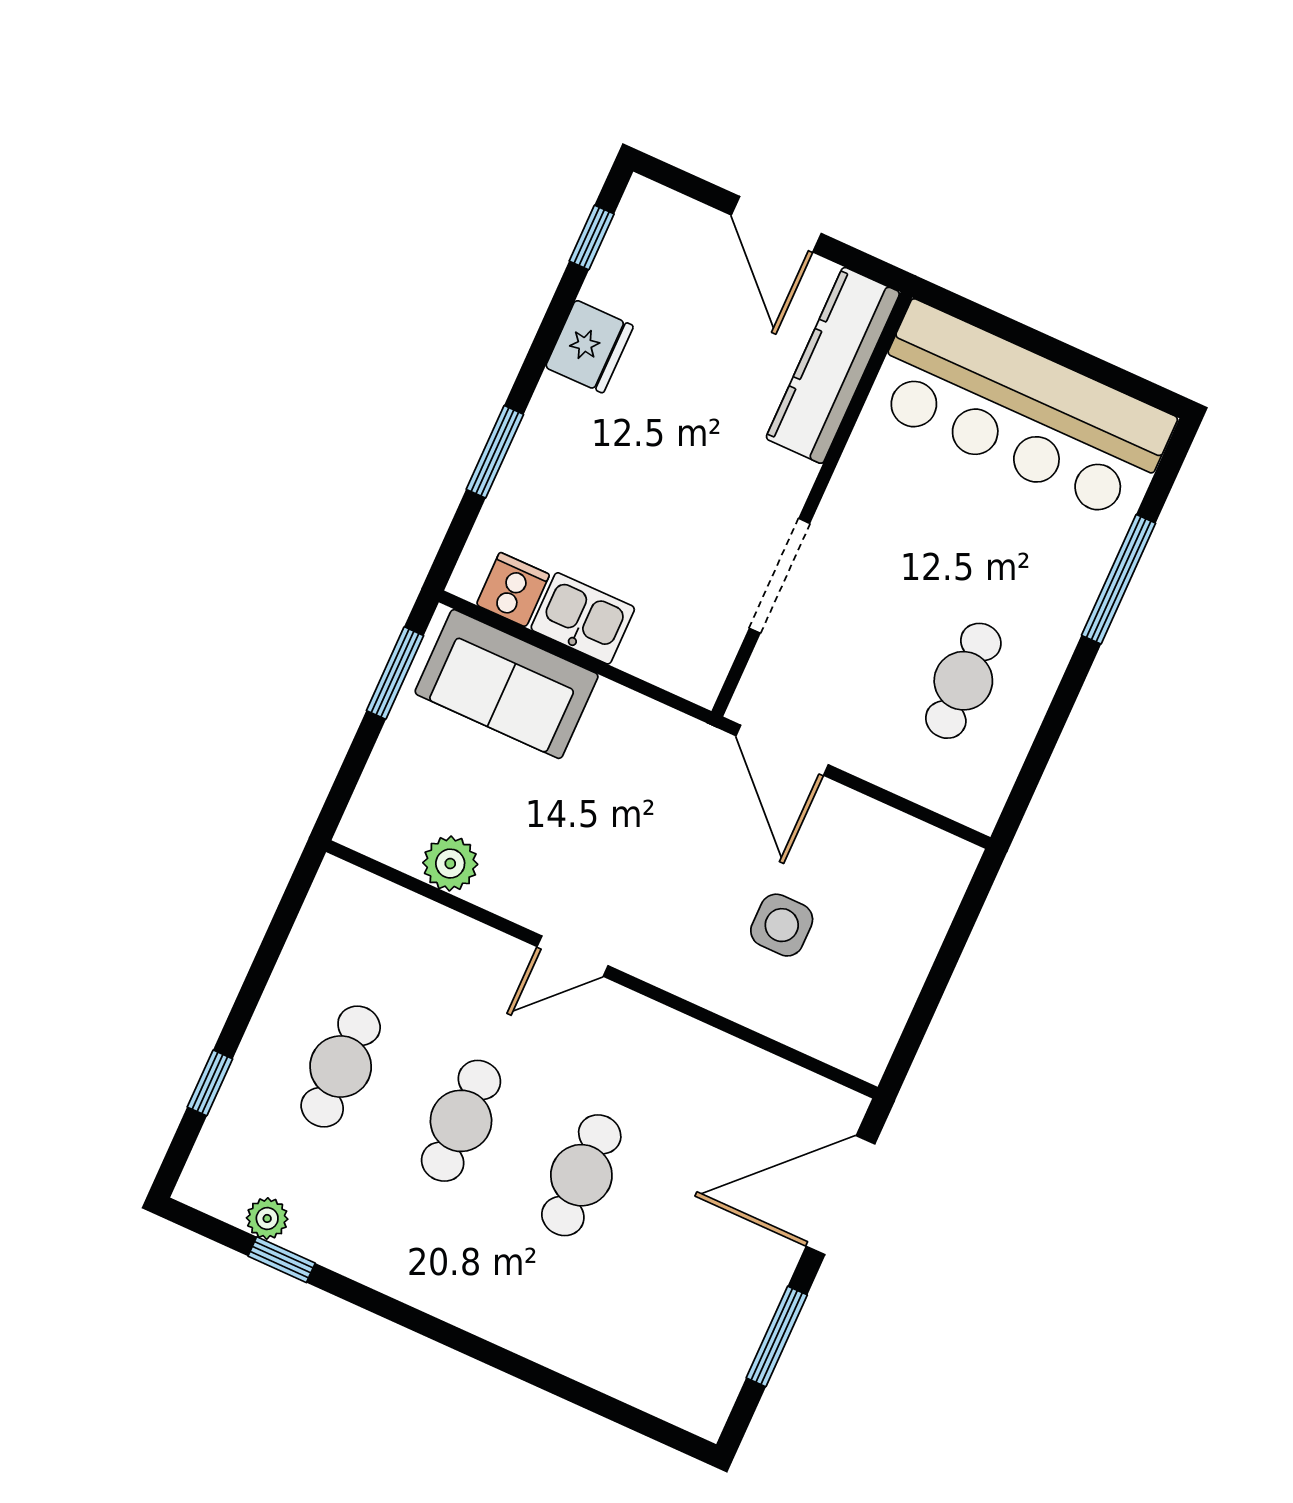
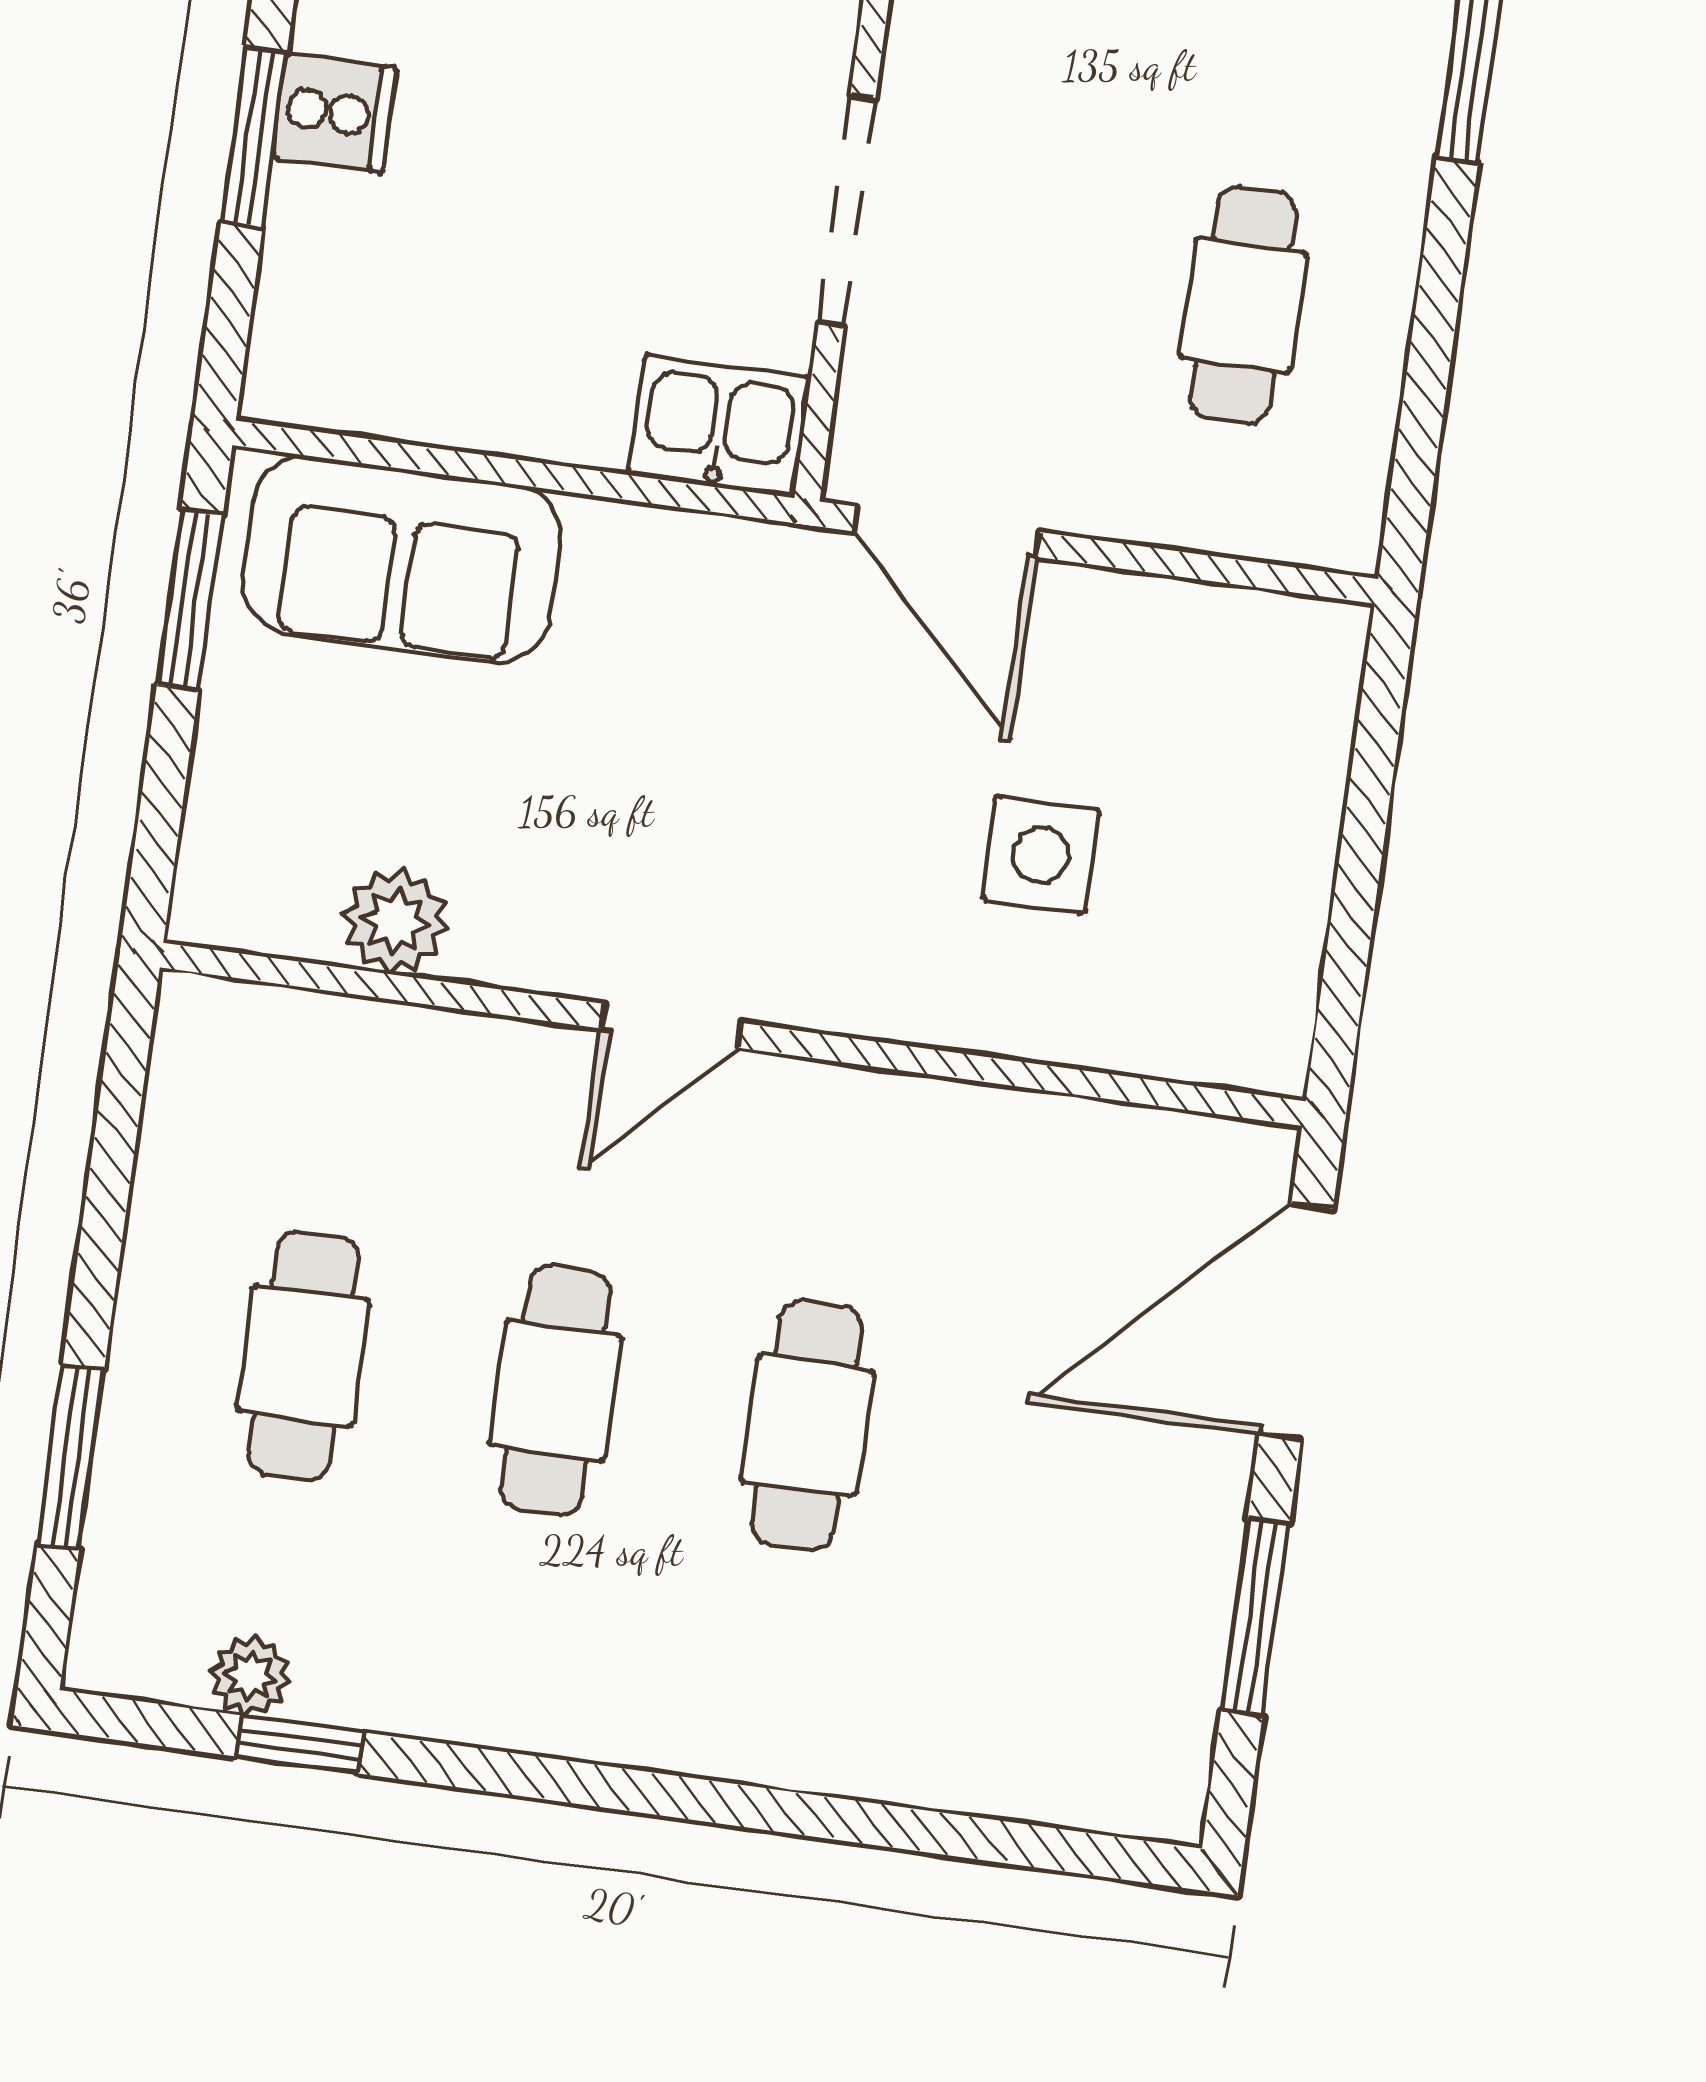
cooker: (513, 590) -> (335, 113), moved, turned 90
kitchen sink: (583, 618) -> (720, 426), moved
window: (210, 1083) -> (71, 1457), width x1.50

